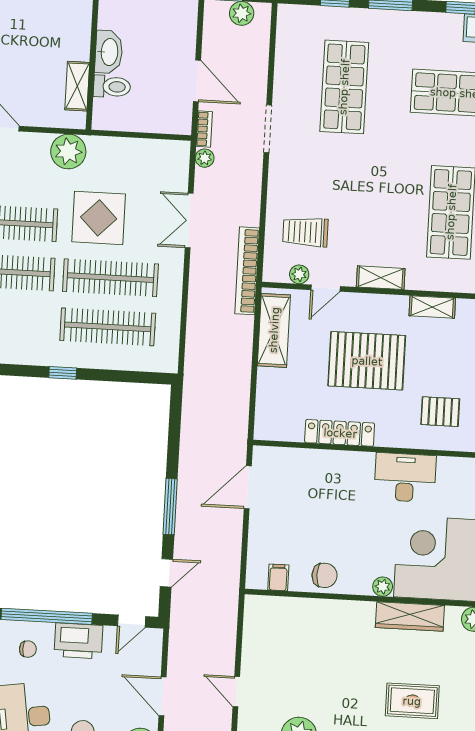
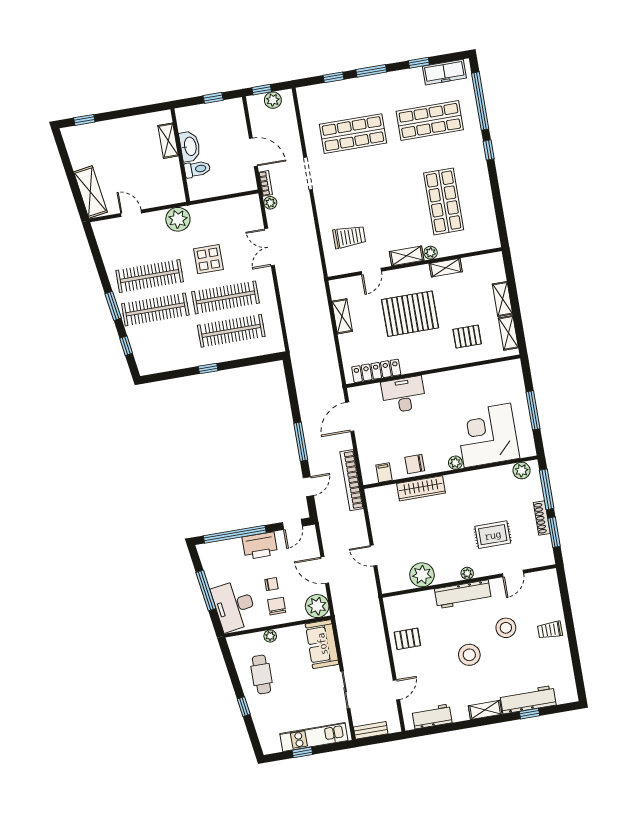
shelving: (77, 86) -> (168, 141), moved
shop shelf: (344, 87) -> (353, 134), turned 90
display table: (99, 218) -> (208, 259), width x0.73, depth x0.73
trolley: (305, 232) -> (349, 237), turned 180
bookcase: (247, 271) -> (352, 480), moved
plant: (299, 274) -> (431, 253), moved
shelving: (274, 330) -> (342, 316), width x0.67, depth x0.75
locker: (340, 433) -> (376, 371), moved
desk: (405, 477) -> (403, 395), moved
chair: (325, 575) -> (415, 464), turned 180
wardrobe: (410, 616) -> (421, 488), moved
chair: (28, 649) -> (271, 584), moved

